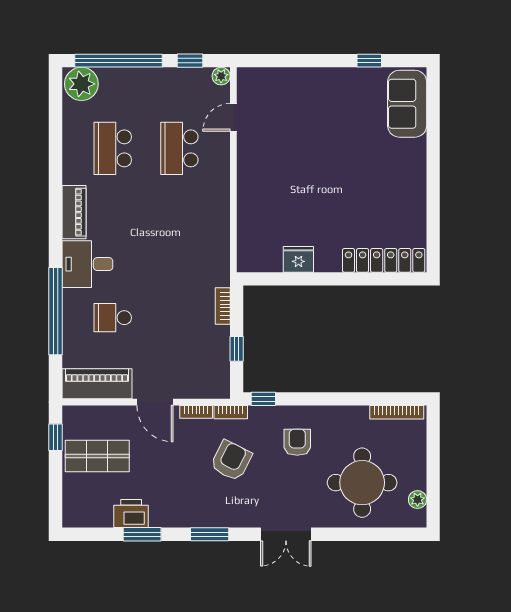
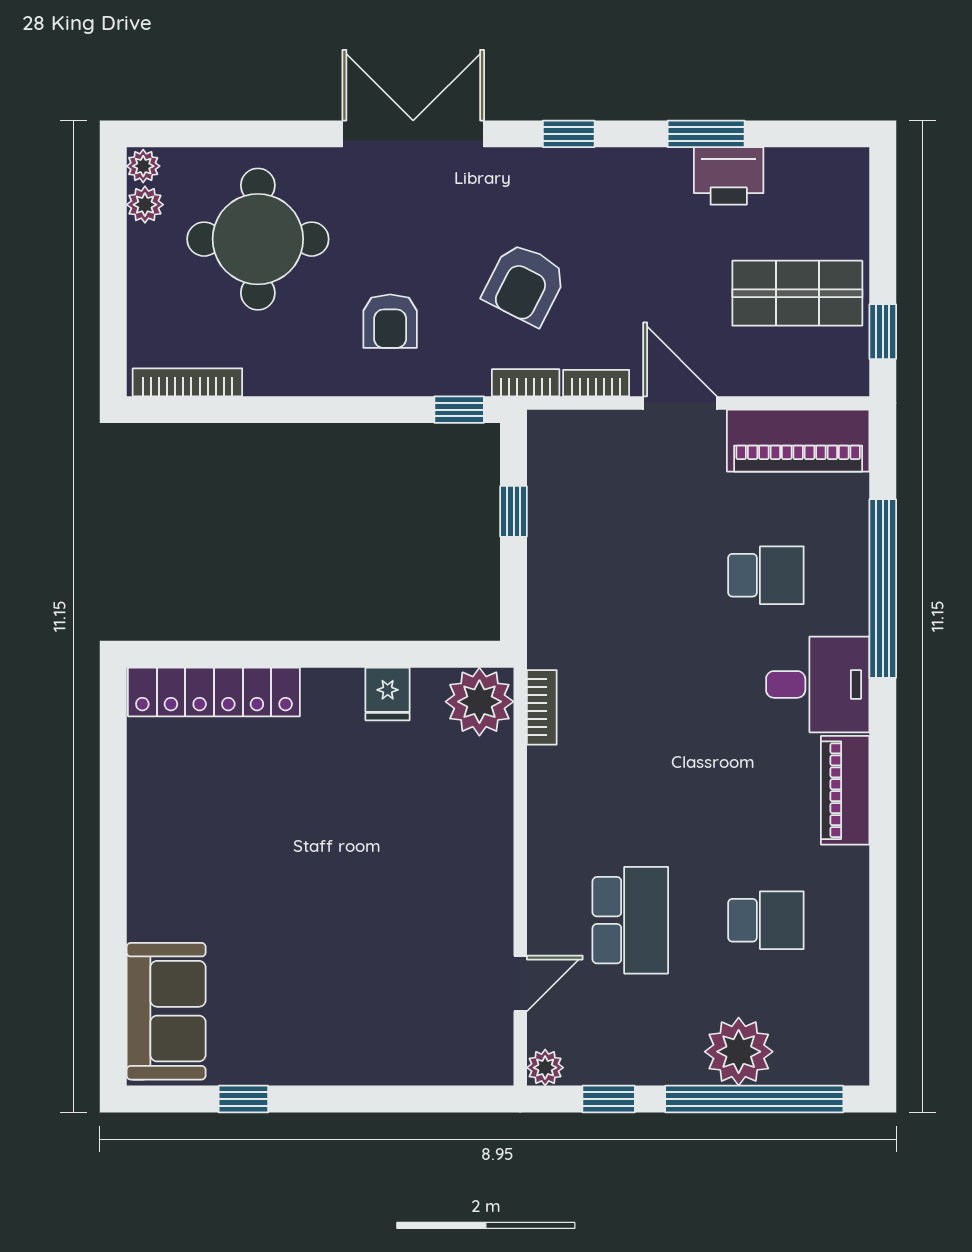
plant: (81, 84) -> (739, 1052), moved
school desk: (113, 148) -> (766, 920), width x0.54
plant: (253, 256) -> (479, 702), added
fridge: (298, 259) -> (388, 694), width x0.72
bookcase: (223, 306) -> (542, 707), moved
plant: (418, 518) -> (143, 166), added
window: (210, 534) -> (569, 134), width x0.67
double door: (286, 534) -> (413, 134), width x1.37

